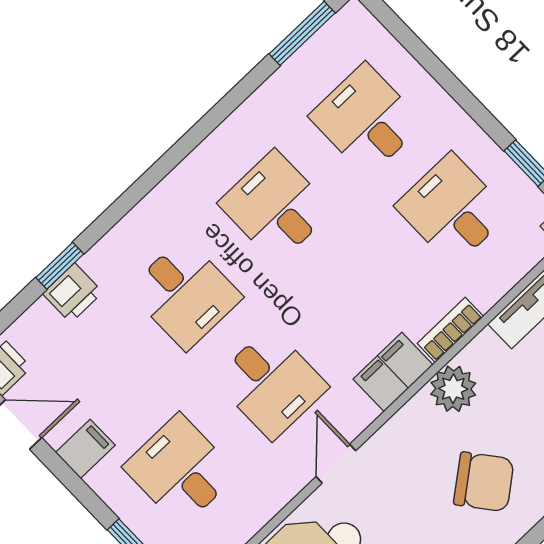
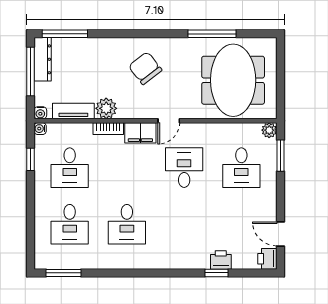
desk: (185, 294) -> (184, 224), removed
plant: (453, 389) -> (106, 108), moved
filing cabinet: (85, 449) -> (266, 205), removed
door: (336, 464) -> (169, 121), moved

